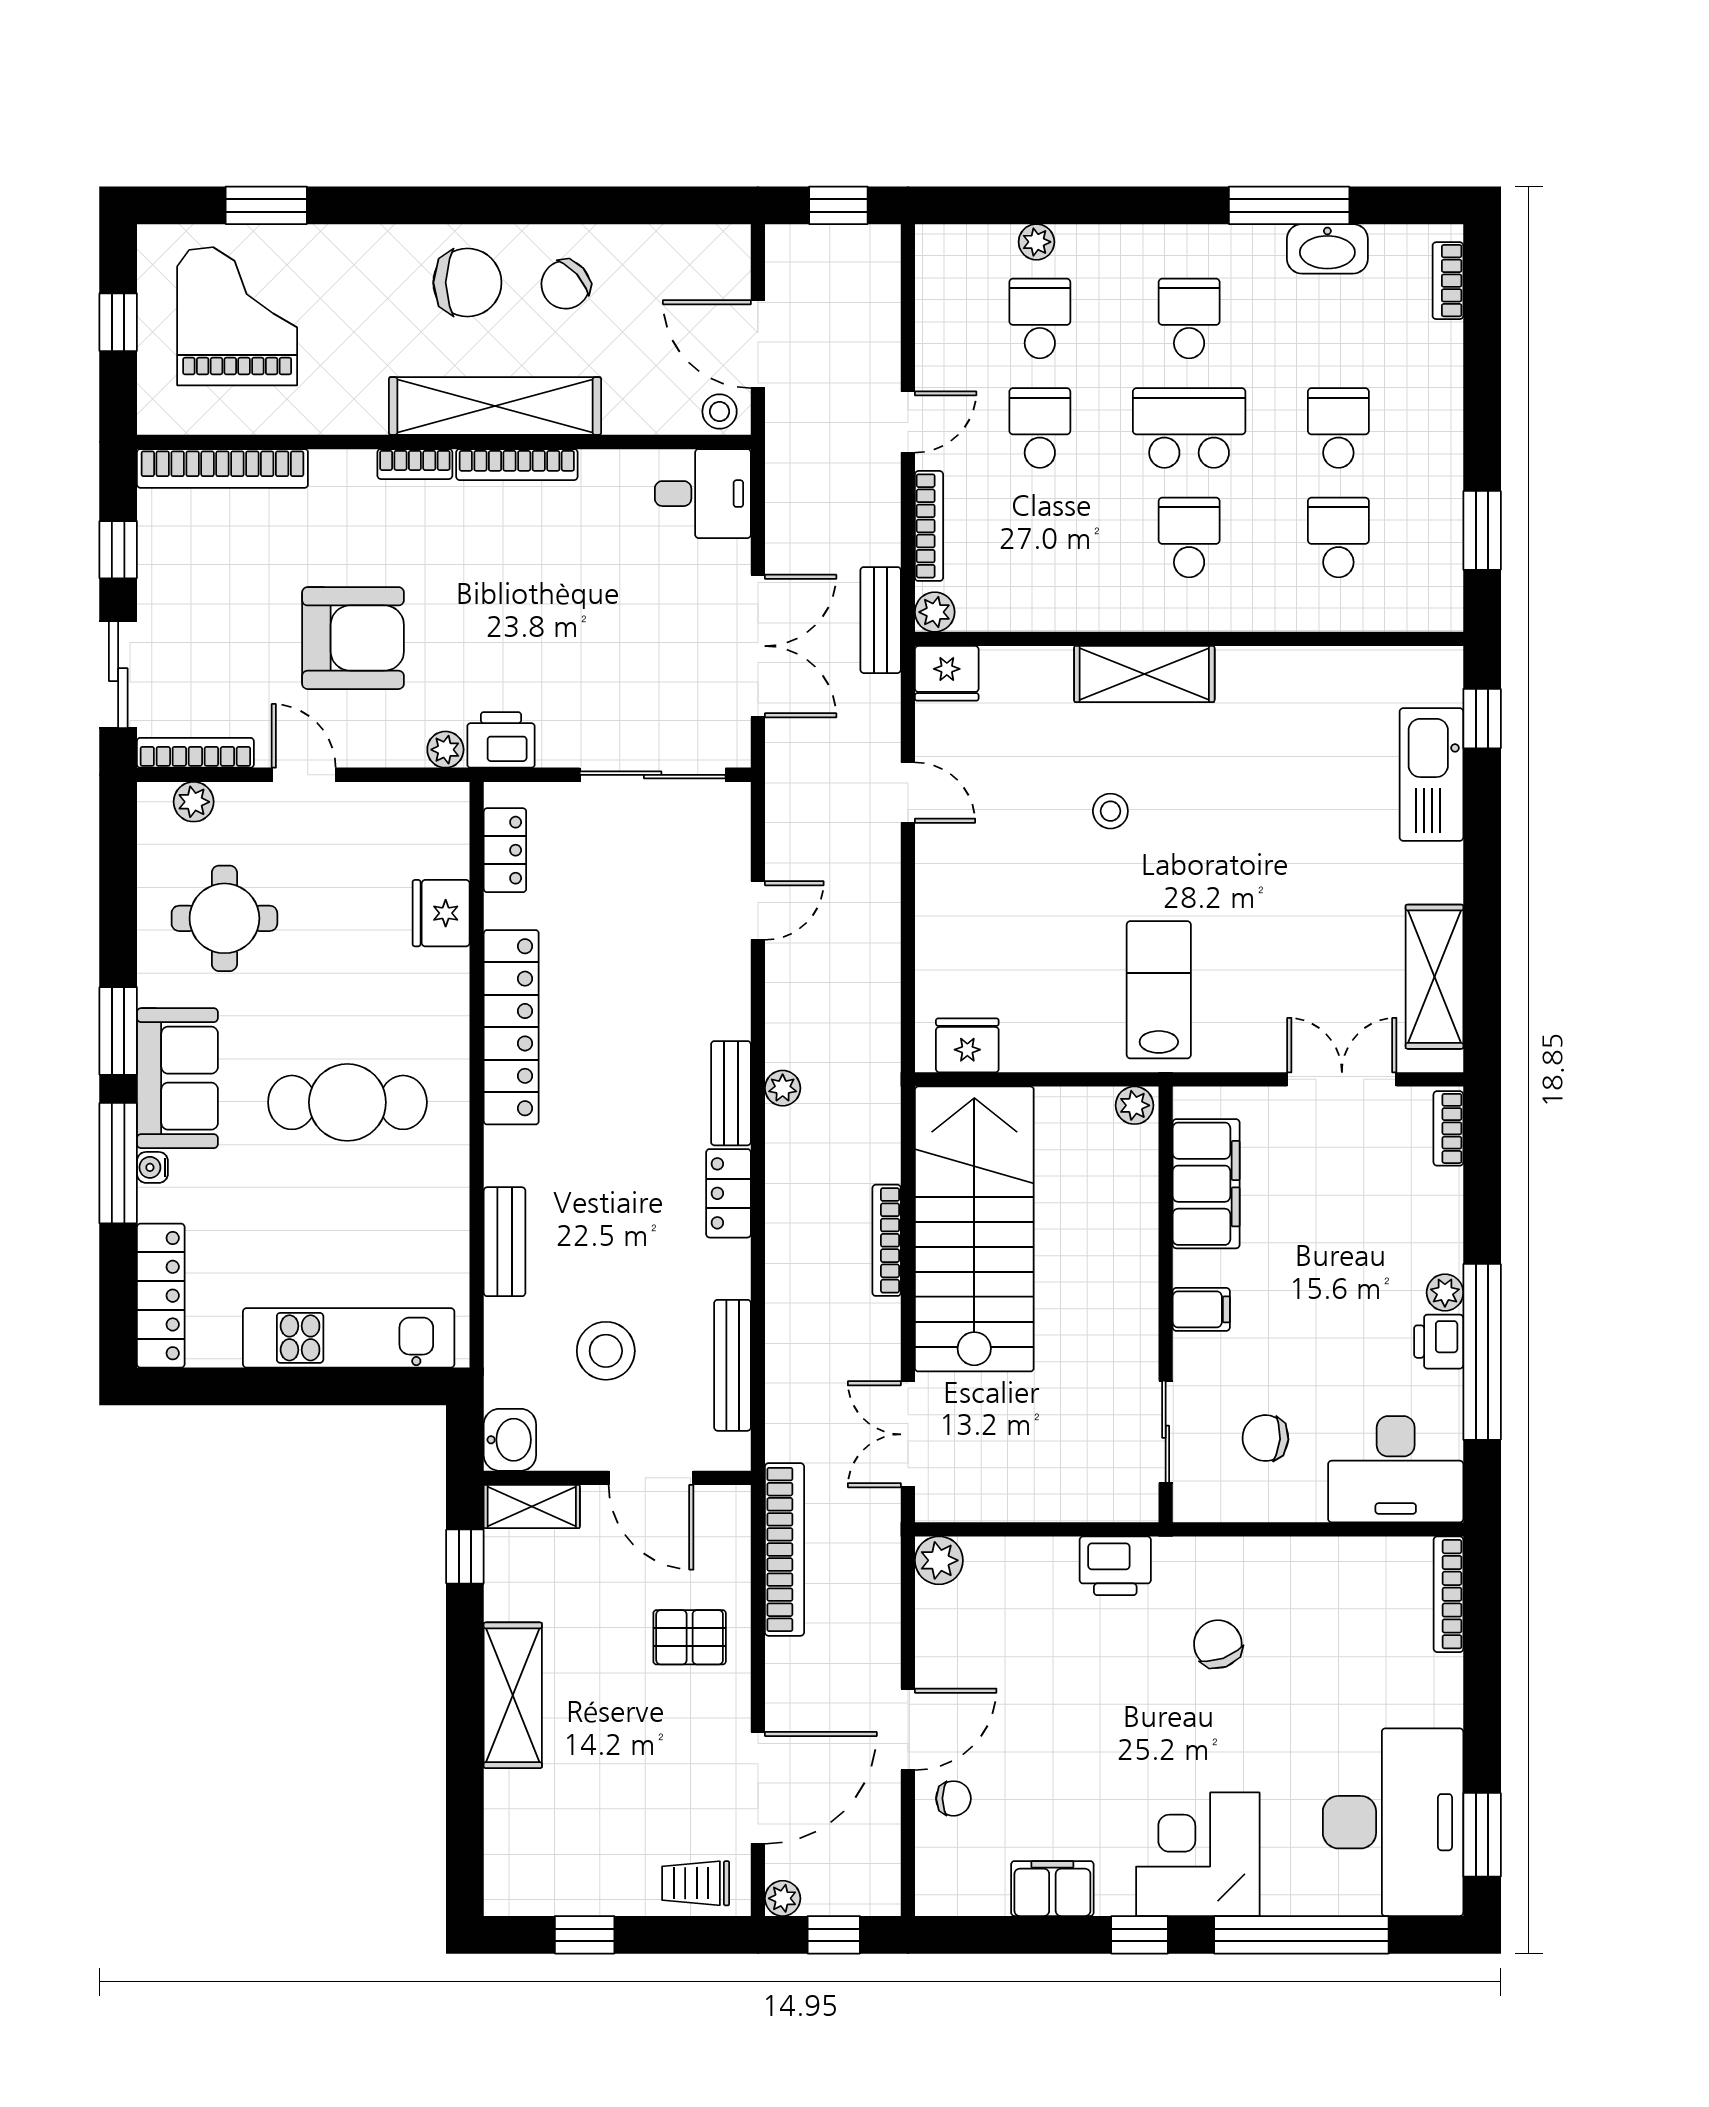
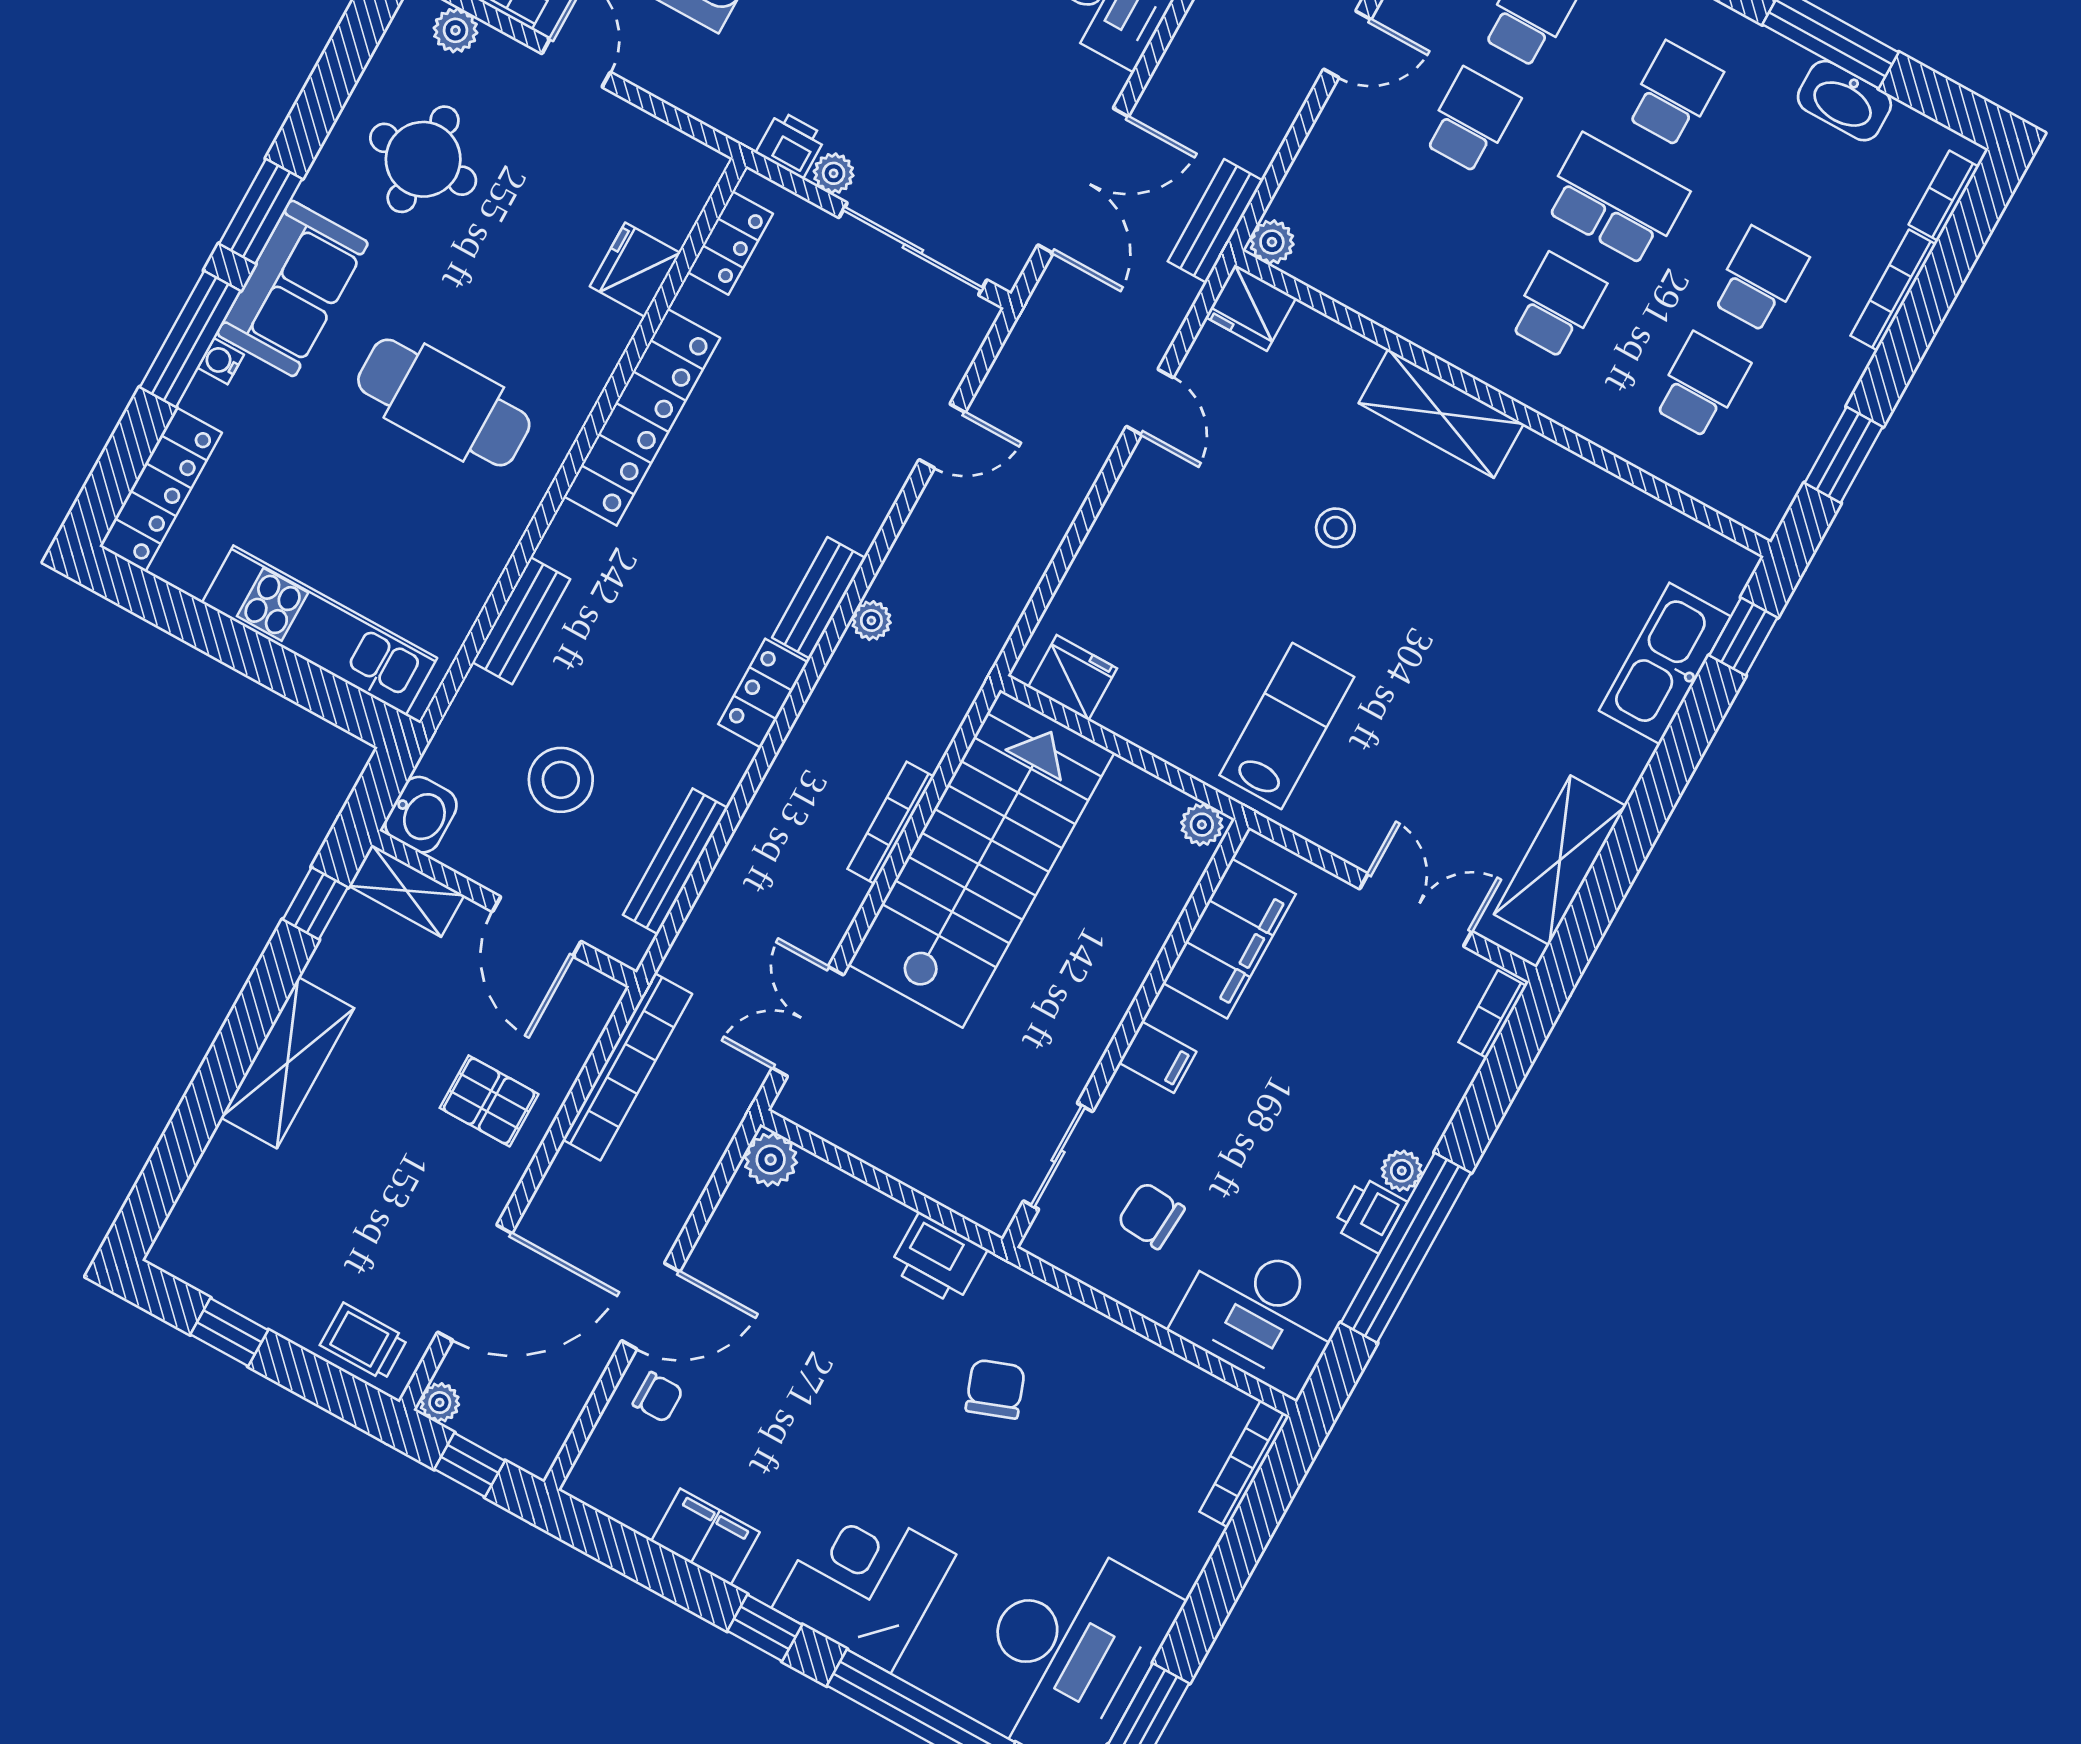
bookcase: (929, 526) -> (1893, 290), moved, turned 180
printer: (501, 740) -> (791, 144), width x0.73, depth x0.81
plant: (445, 750) -> (834, 173), moved

